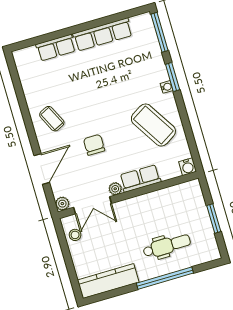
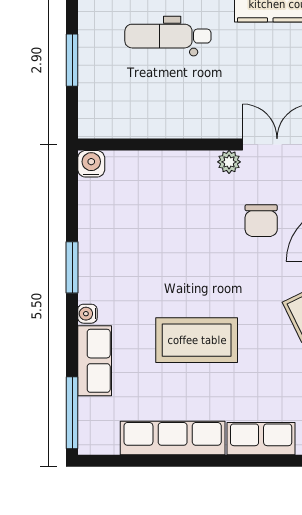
window: (173, 77) -> (72, 267), moved
coffee table: (153, 125) -> (197, 340), moved, turned -58
chair: (94, 145) -> (261, 221), moved
row of seats: (140, 178) -> (95, 361), moved, turned -90

